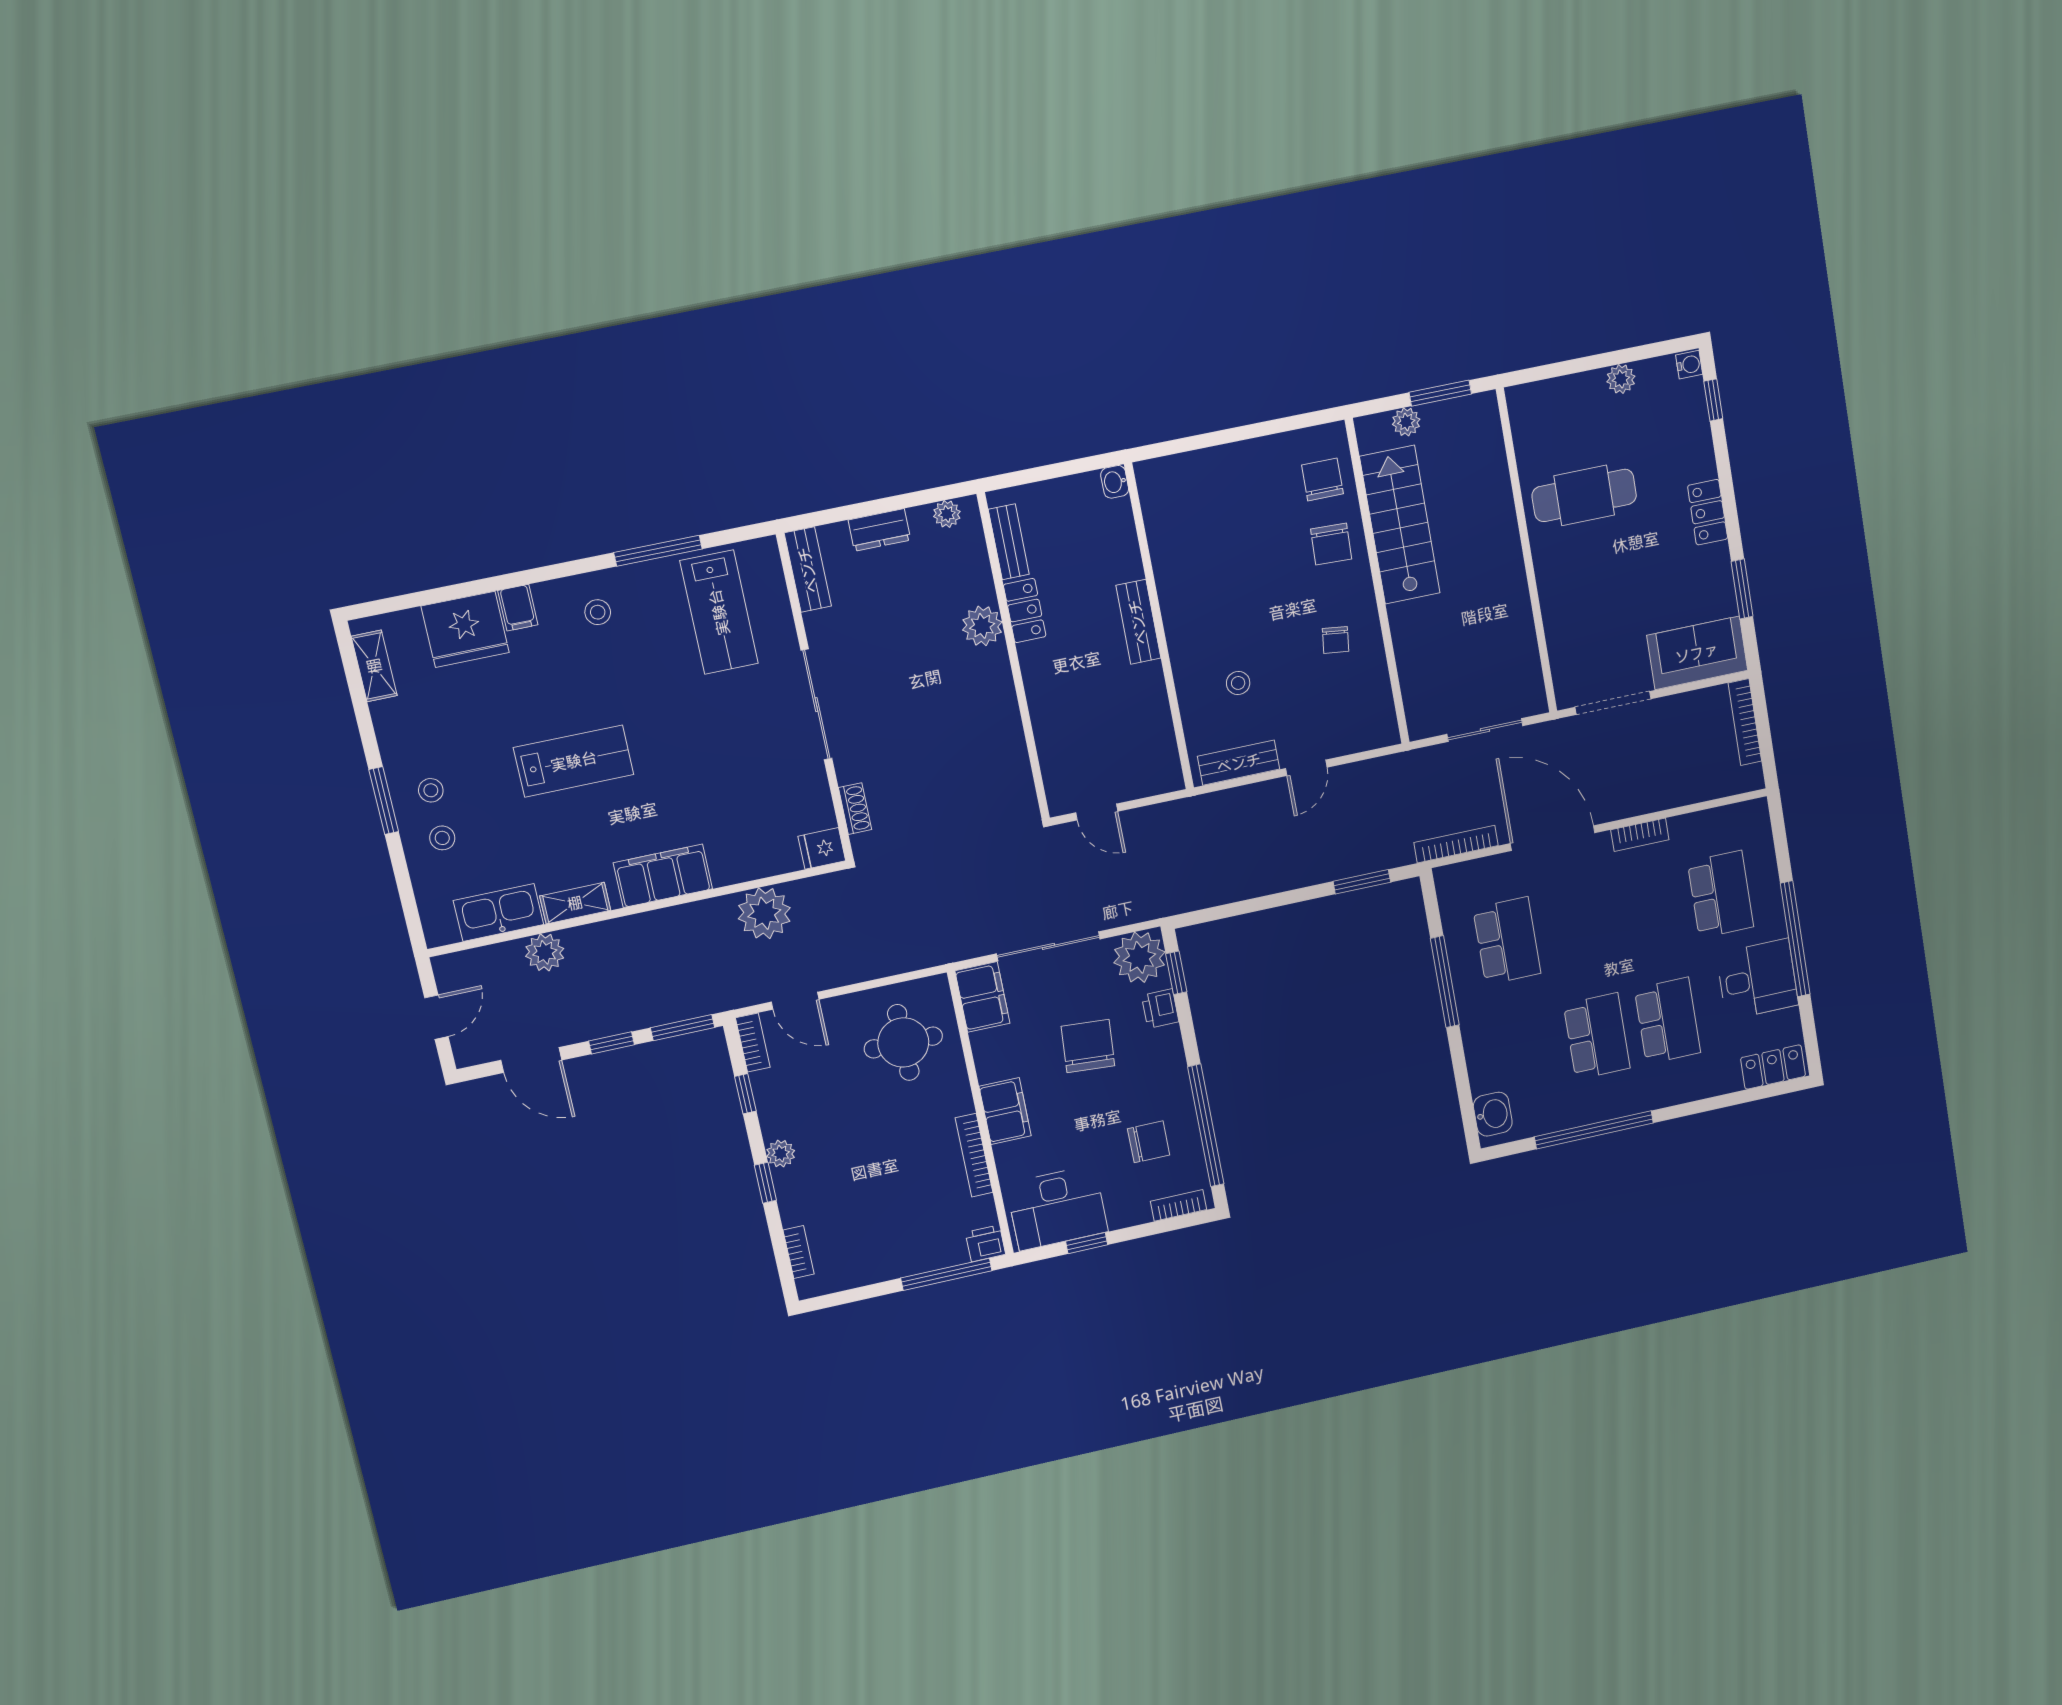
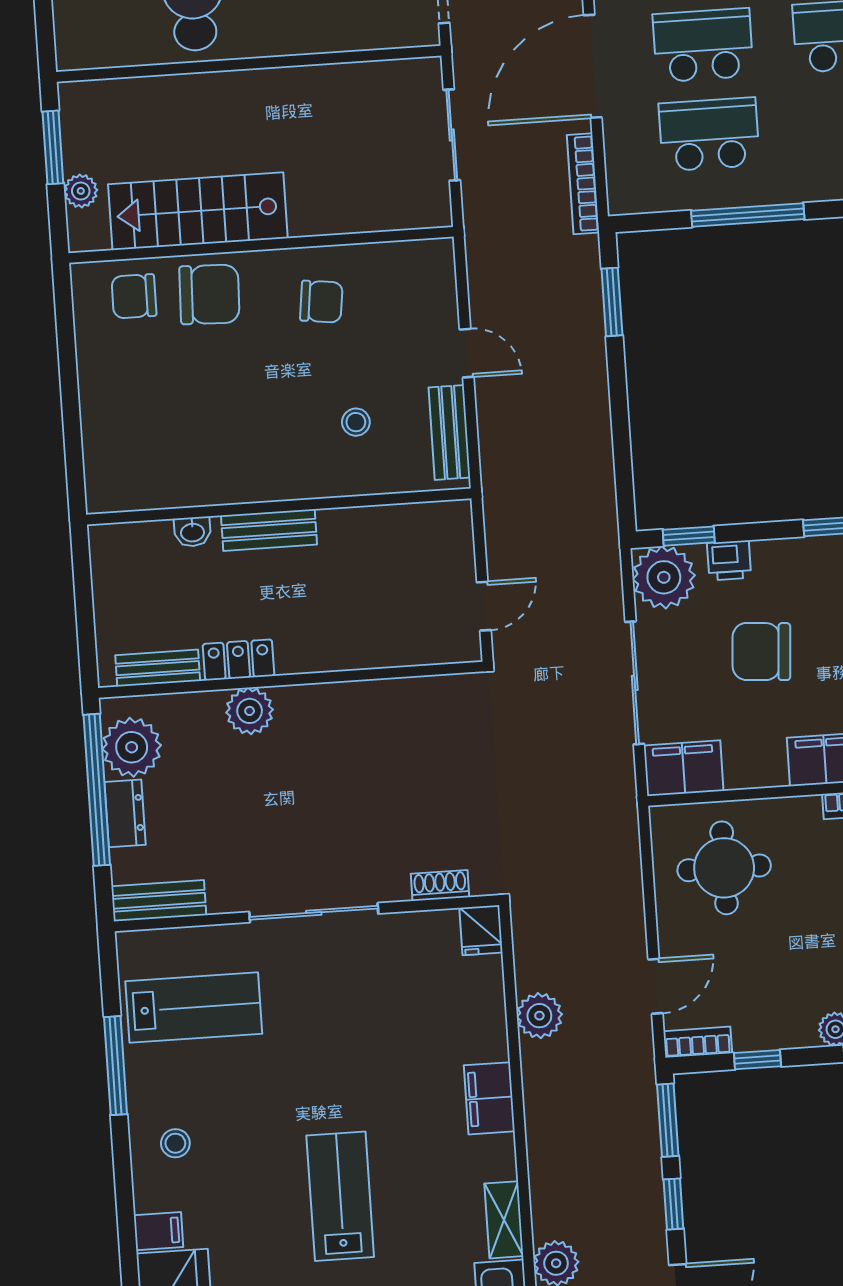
washbasin: (1115, 482) -> (192, 532), moved
window: (896, 503) -> (97, 790), added
plant: (947, 514) -> (132, 747), width x1.87, depth x1.87
chair: (1331, 544) -> (209, 294), width x1.37, depth x1.37
chair: (1336, 640) -> (321, 302), width x1.37, depth x1.37
filing cabinet: (663, 876) -> (489, 1098), width x0.67, depth x0.86
plant: (764, 913) -> (539, 1016), width x0.73, depth x0.73
school desk: (1578, 925) -> (703, 45), added

